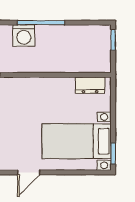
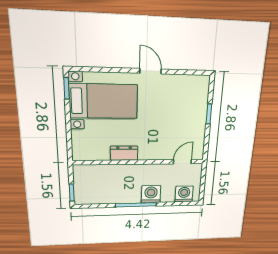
dresser: (90, 85) -> (124, 153), moved
door: (29, 172) -> (151, 71), hinge flipped

